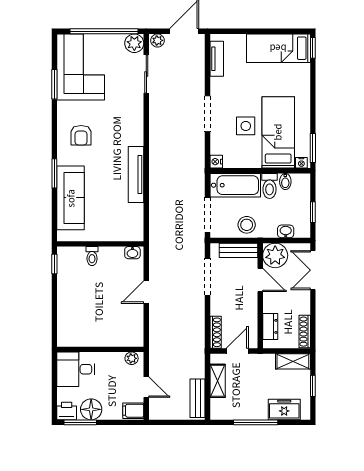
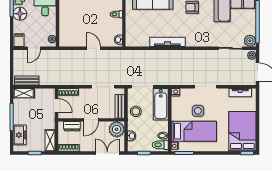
bed: (278, 48) -> (242, 131), width x1.50
toilet: (270, 186) -> (160, 145), moved
door: (260, 280) -> (91, 120), moved
shelving: (218, 381) -> (24, 93), moved

